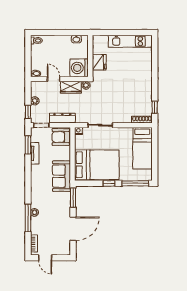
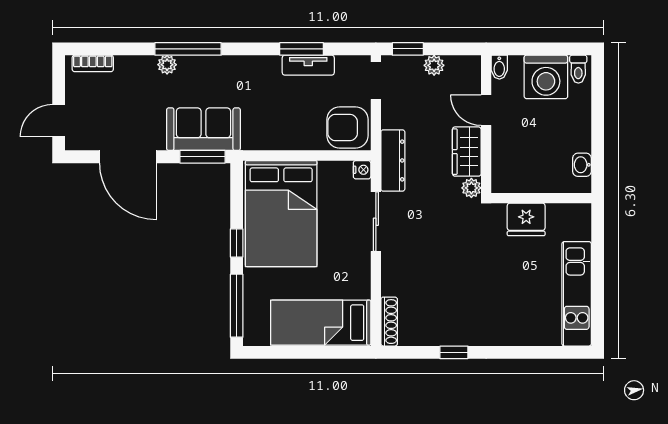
washing machine: (79, 68) -> (546, 77), moved, turned 180
door: (54, 79) -> (486, 110), swing flipped
window: (155, 107) -> (454, 352), moved
dresser: (62, 118) -> (393, 160), moved
armchair: (61, 137) -> (348, 128), turned -90
window: (28, 145) -> (302, 49), moved
sofa: (61, 176) -> (203, 129), moved
window: (28, 218) -> (188, 49), moved
door: (45, 258) -> (59, 121), moved

